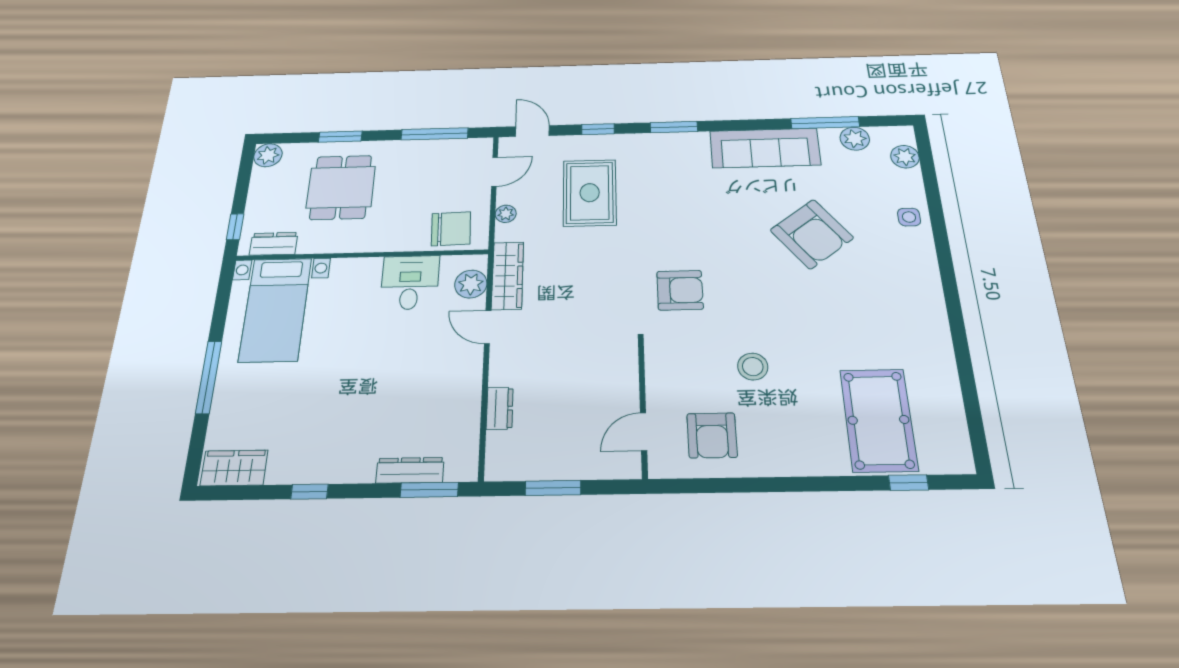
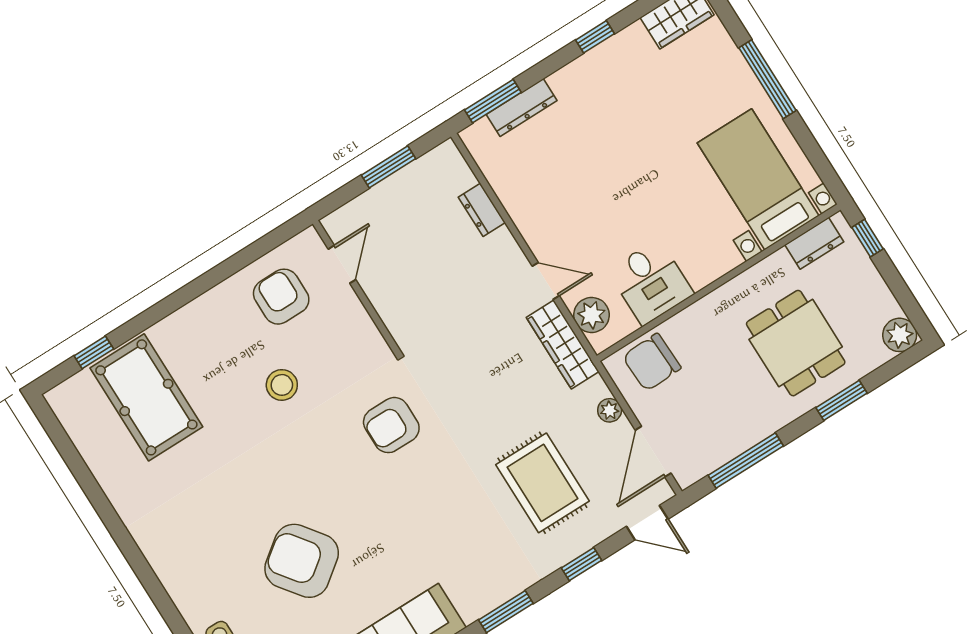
door: (495, 172) -> (653, 452), width x1.38

